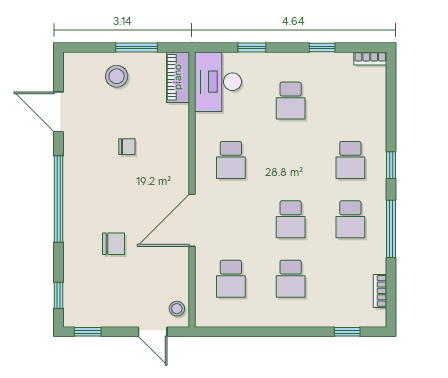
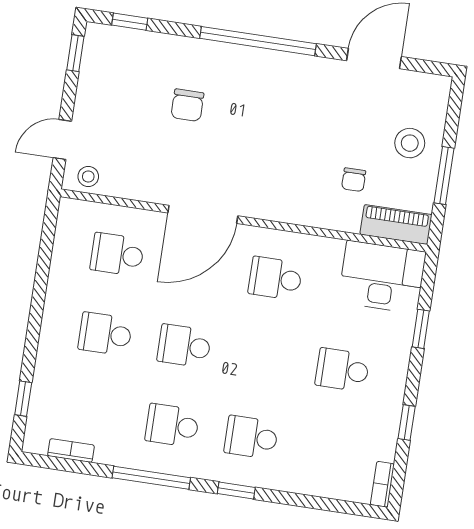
chair: (127, 147) -> (354, 180), moved
door: (192, 220) -> (203, 214), swing flipped

